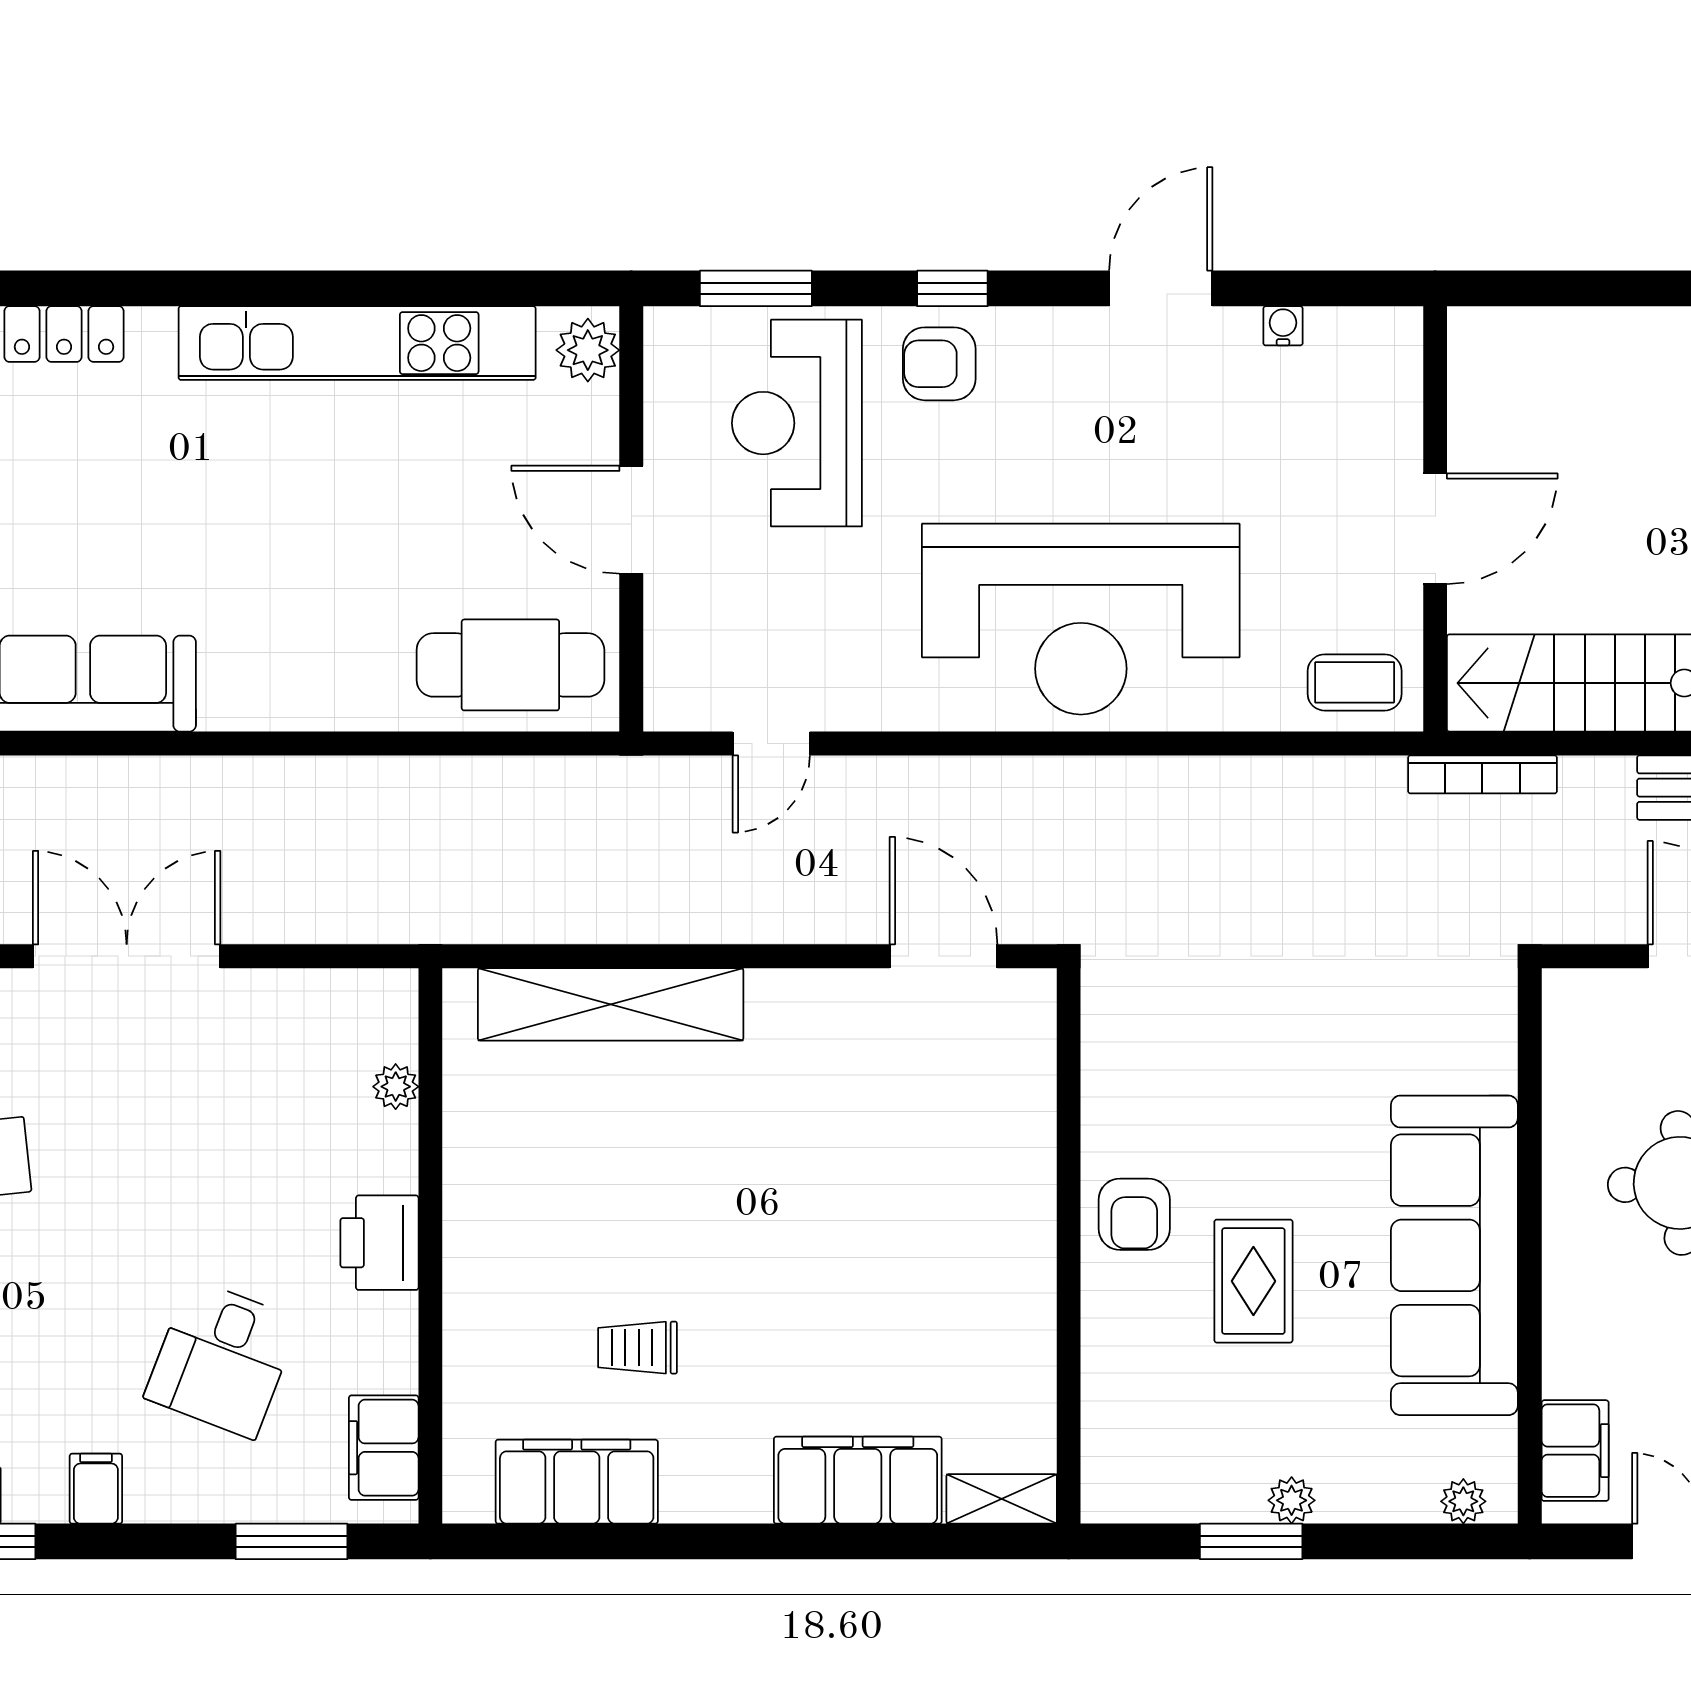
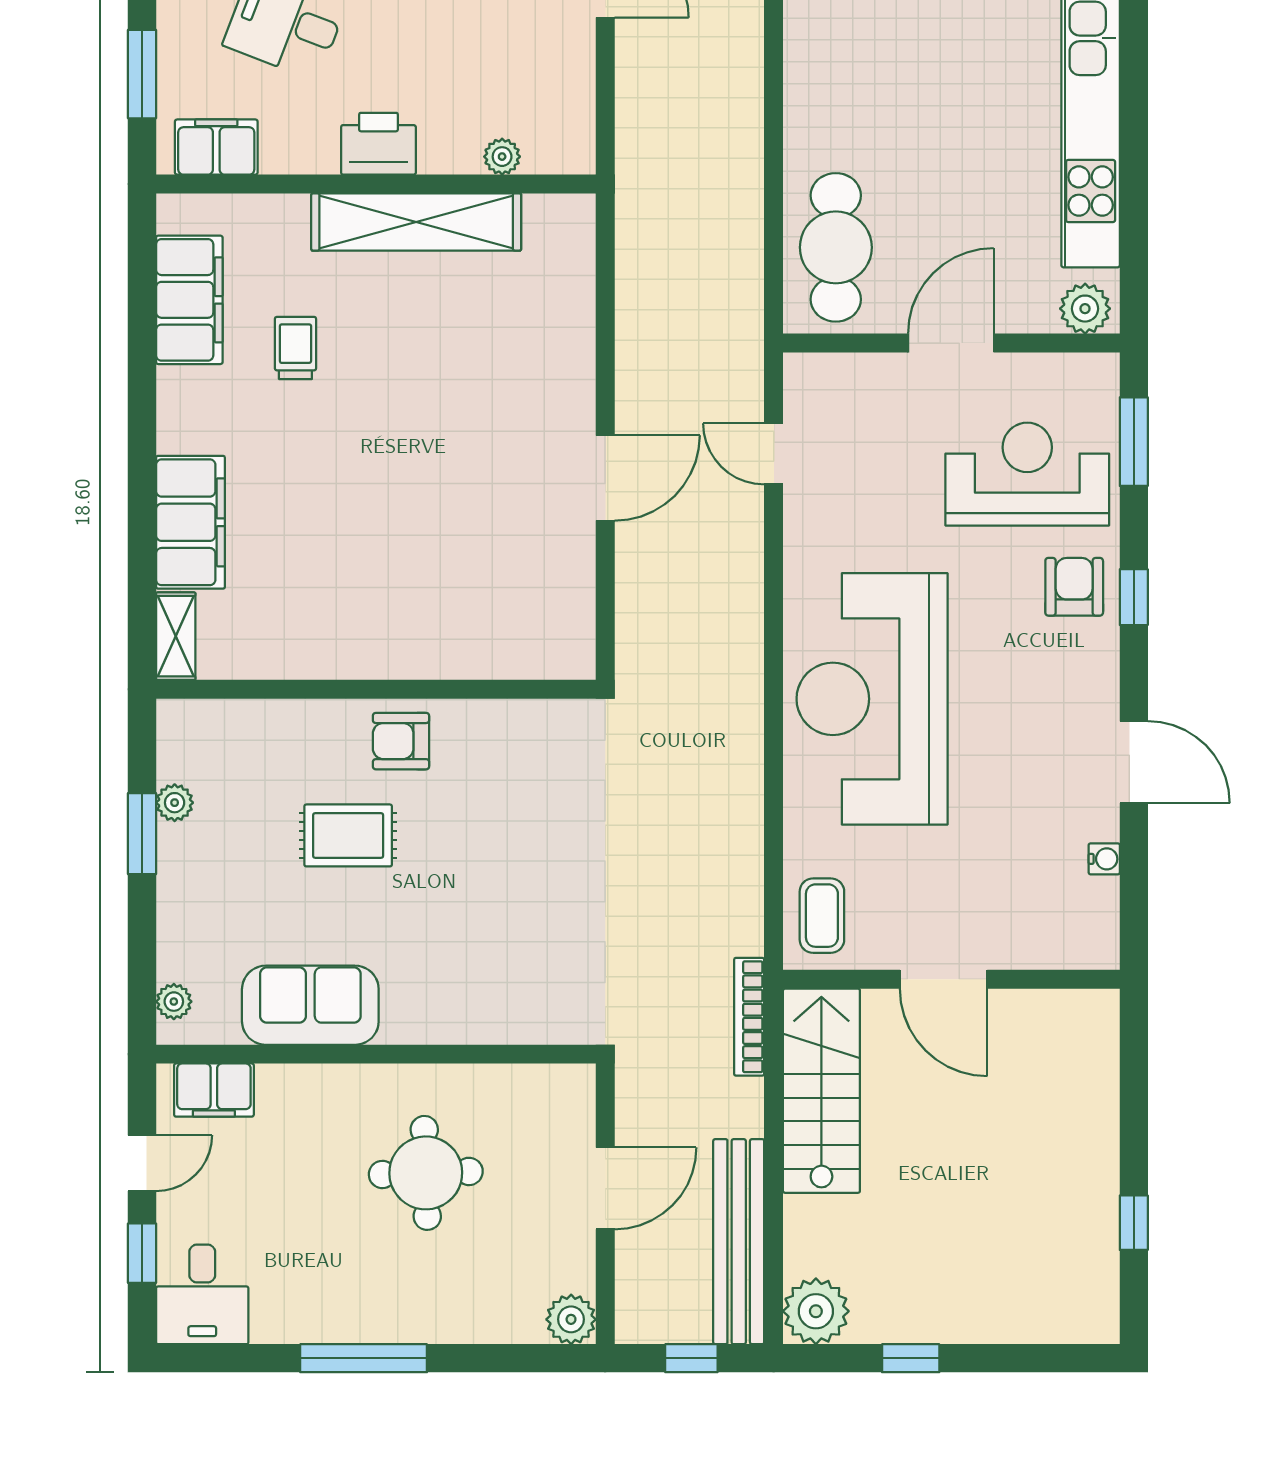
door: (944, 956) -> (605, 478), moved
shelving: (611, 1004) -> (416, 222), moved, turned 90
sofa: (1454, 1255) -> (310, 1005), width x0.54, depth x0.79
plant: (1292, 1500) -> (175, 803), moved

